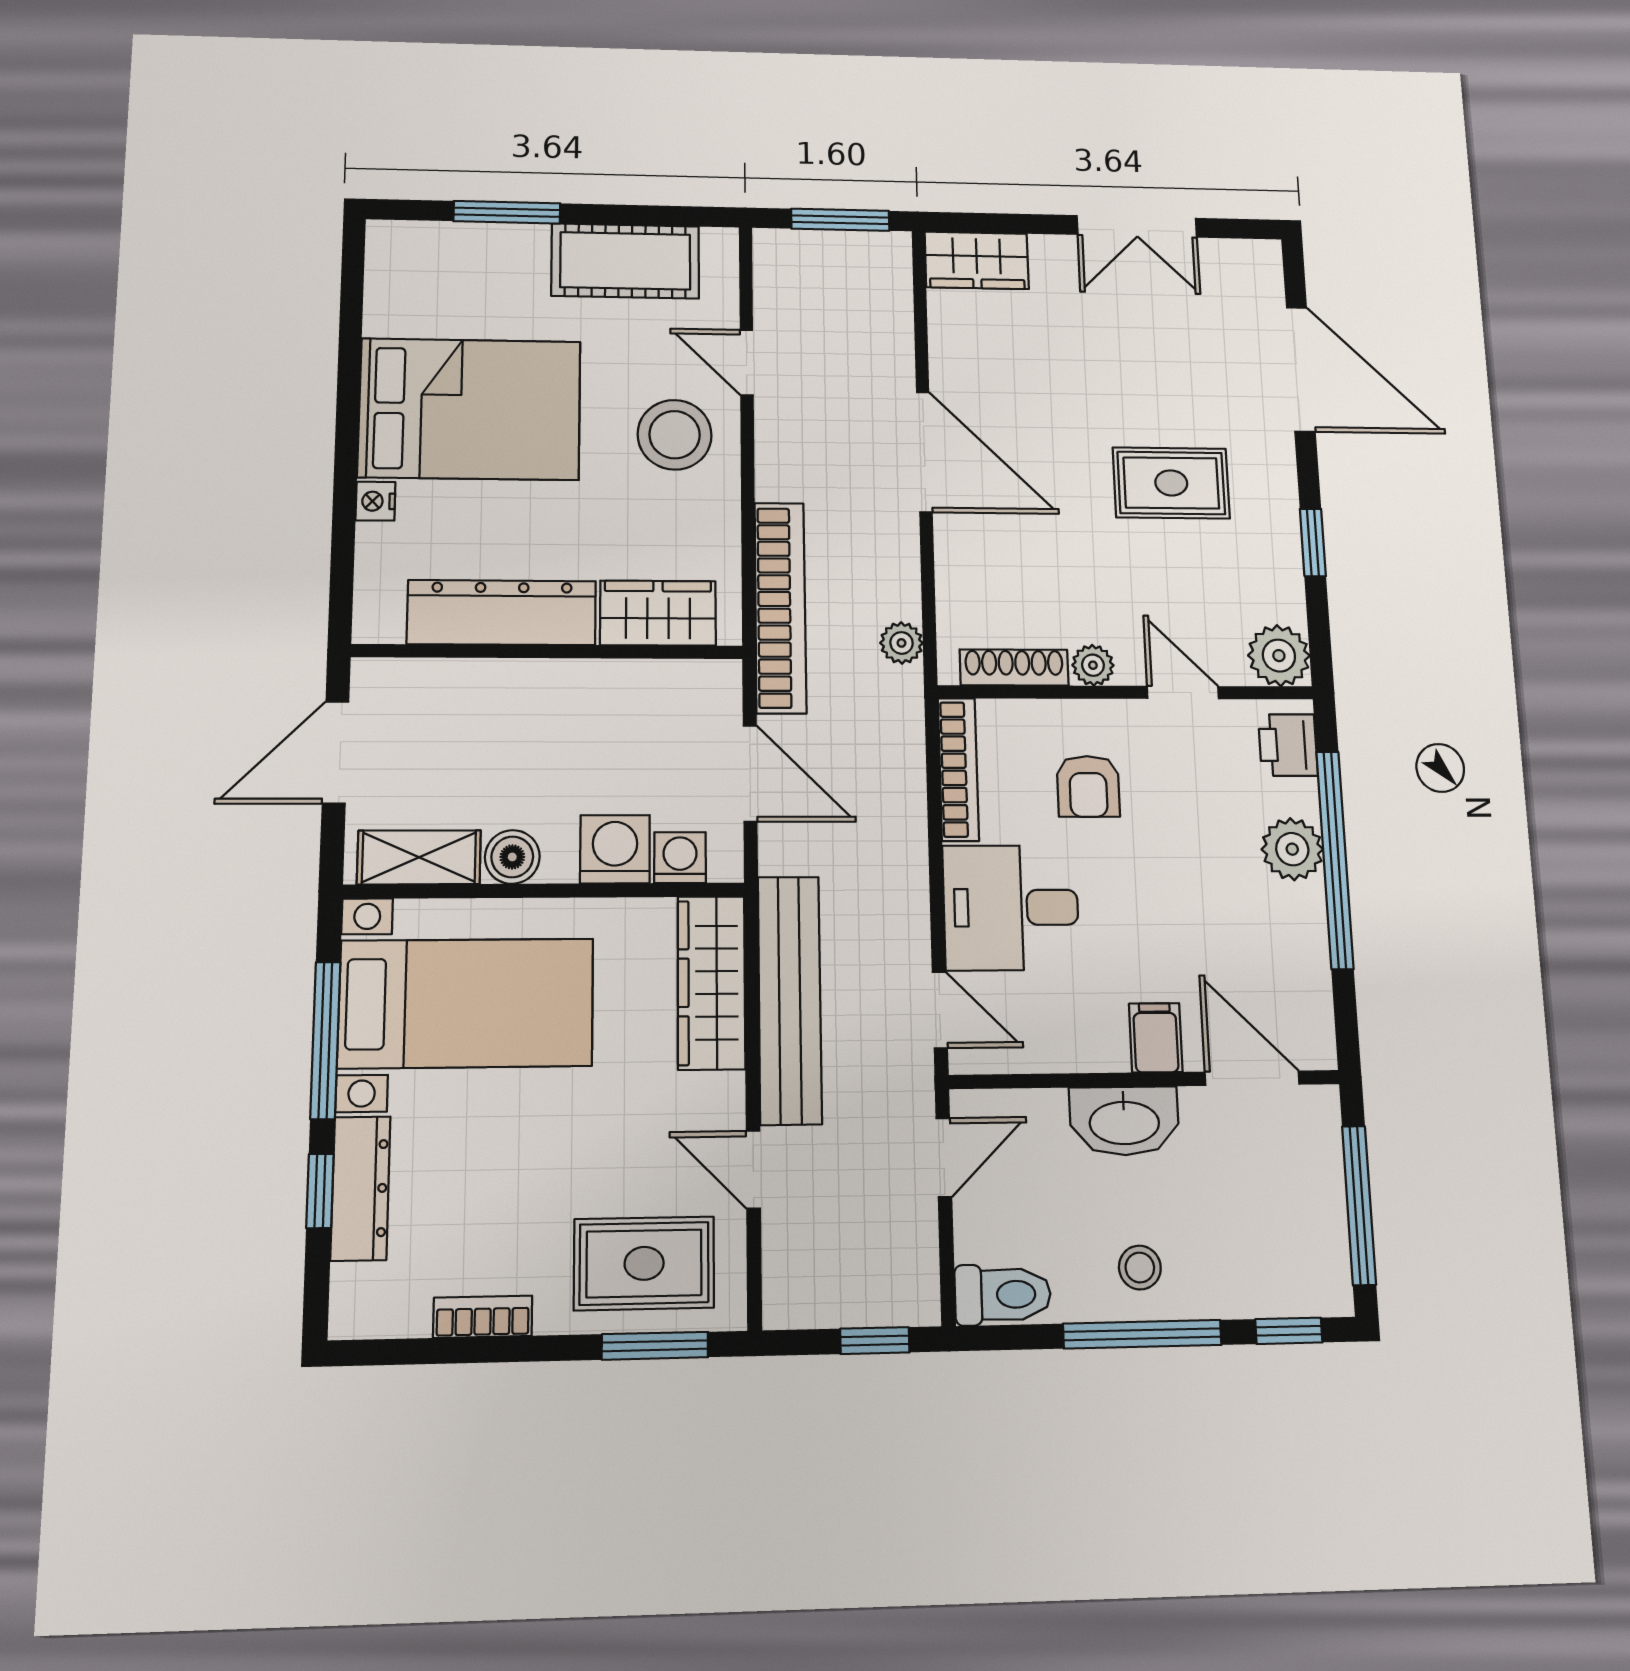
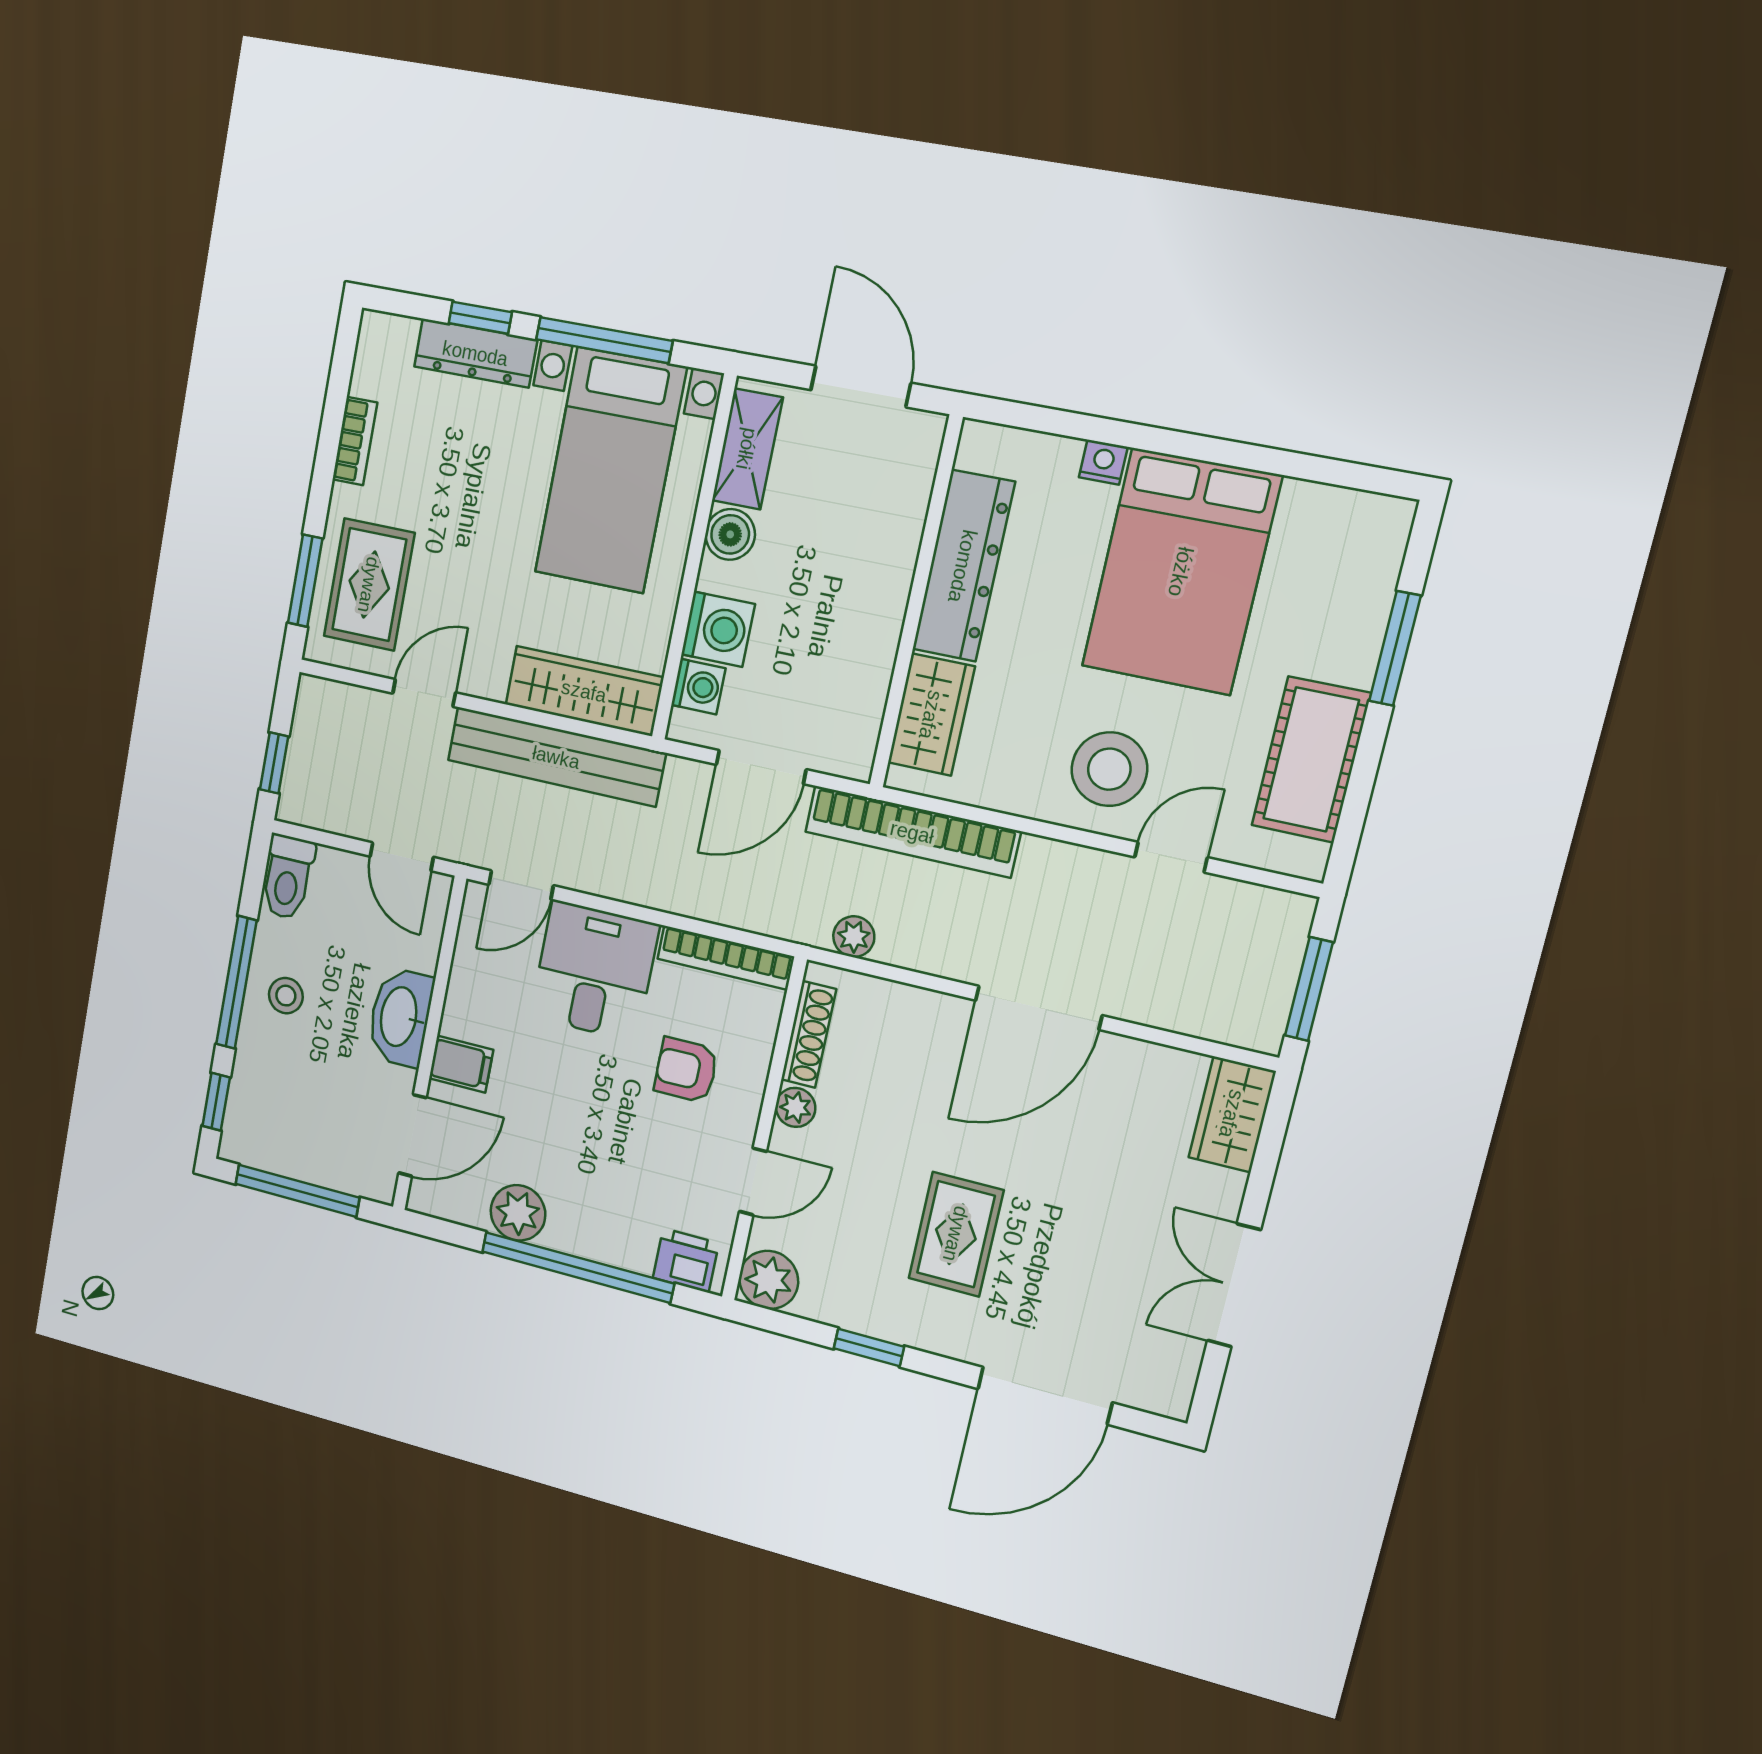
plant: (1292, 849) -> (518, 1213), moved

